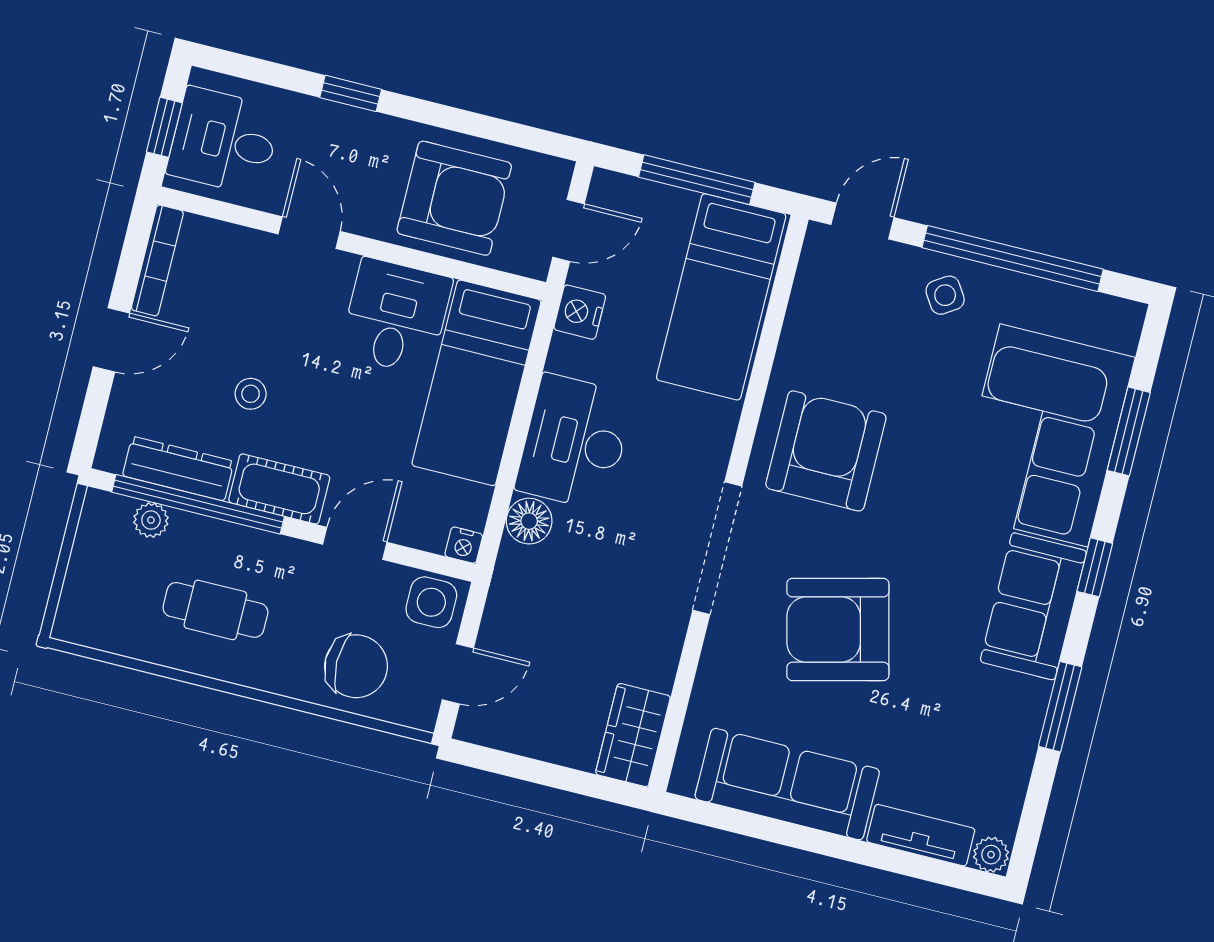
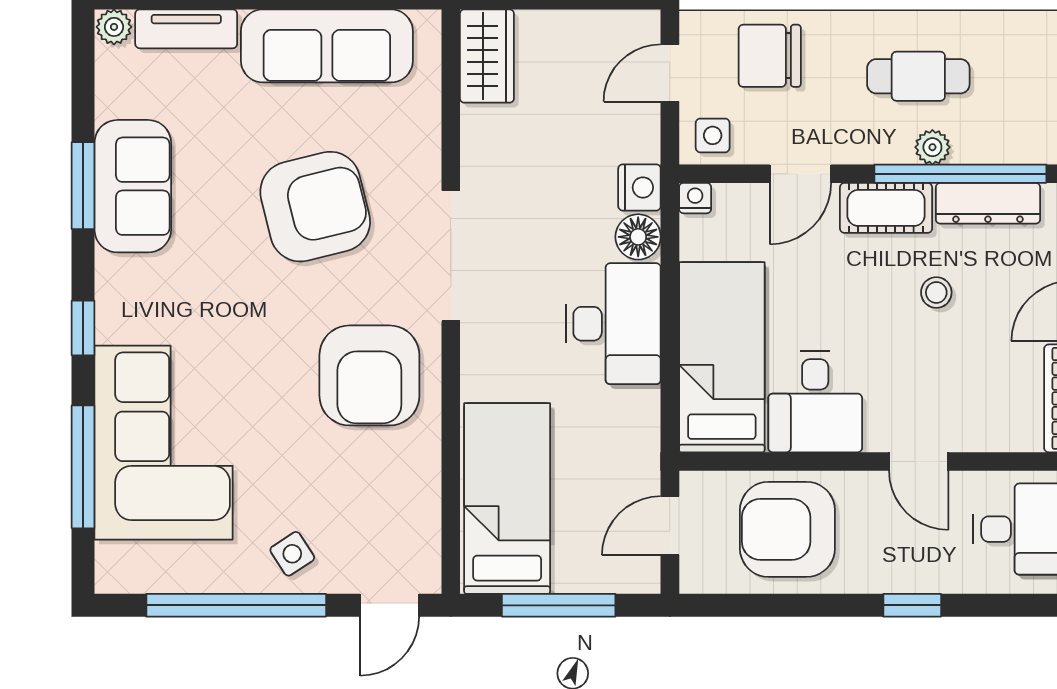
nightstand: (580, 312) -> (639, 187), moved
window: (1129, 431) -> (83, 467), width x1.44
plant: (151, 520) -> (932, 147), moved
side table: (431, 602) -> (713, 135), width x0.73, depth x0.73
sofa: (1033, 606) -> (133, 186), moved

